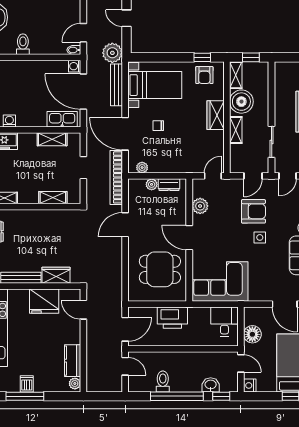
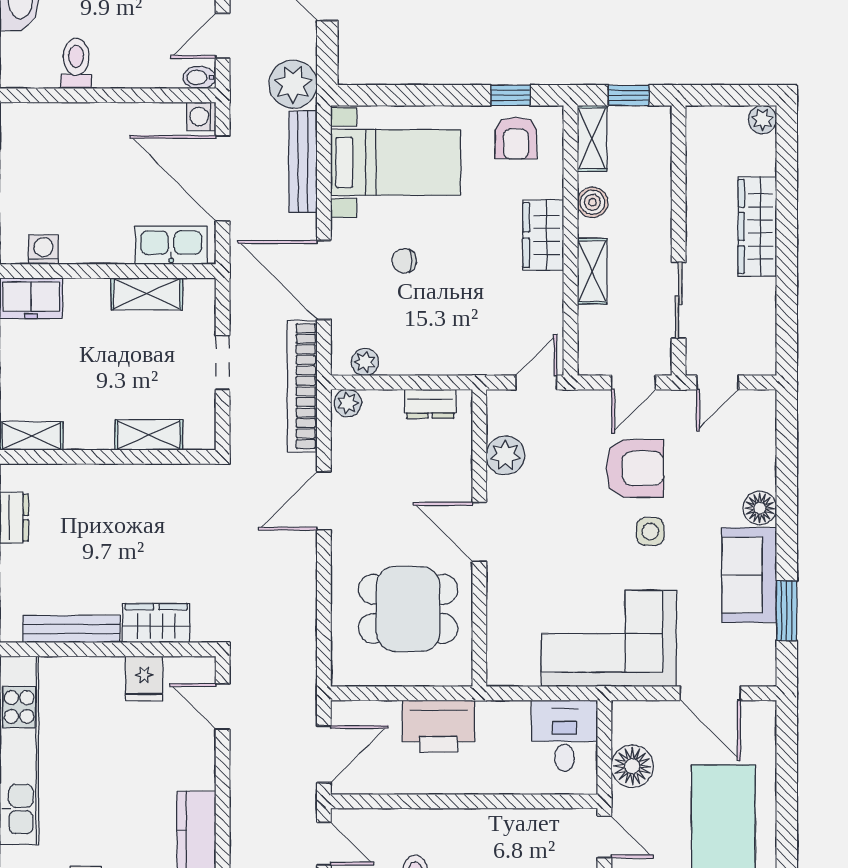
boiler: (241, 102) -> (592, 202), width x0.54, depth x0.54
plant: (152, 184) -> (348, 403), moved
corner sofa: (220, 282) -> (609, 638), moved
fridge: (44, 301) -> (144, 678), width x0.53, depth x0.75

